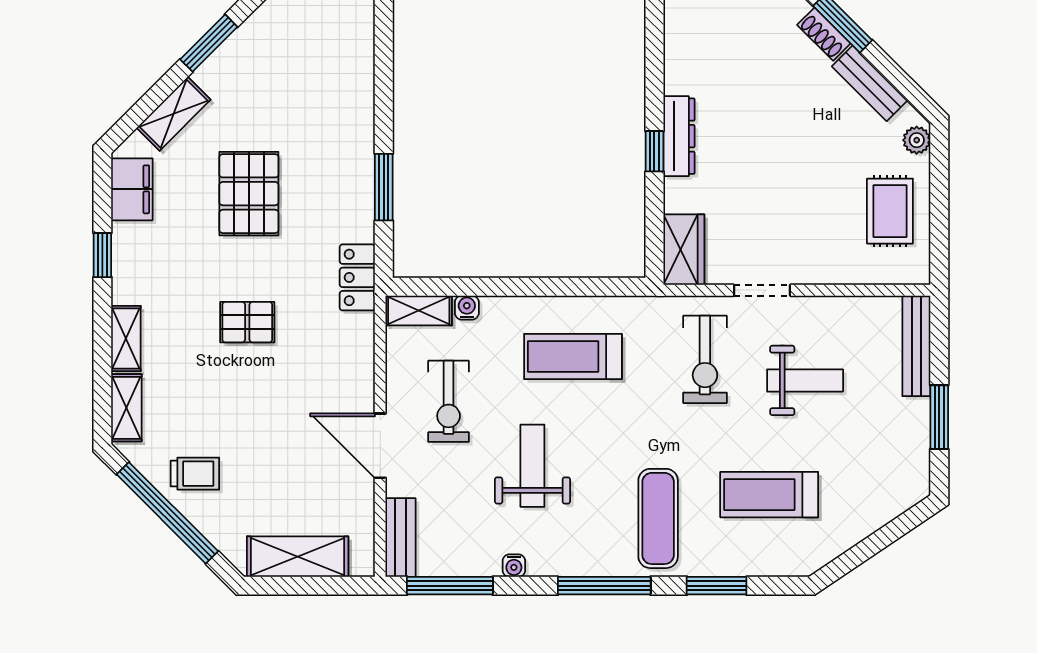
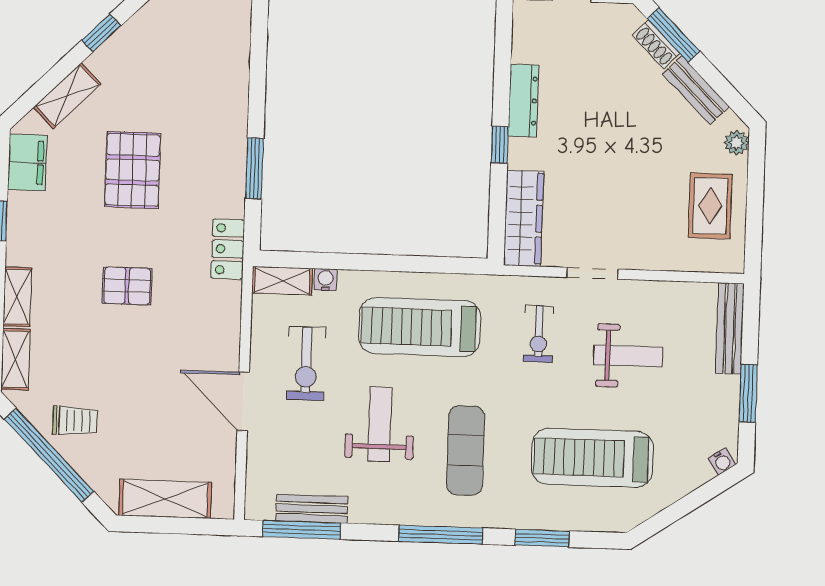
window: (209, 43) -> (101, 33), width x0.67
dresser: (679, 136) -> (523, 101), moved
wardrobe: (684, 250) -> (524, 218), width x1.50
treadmill: (573, 356) -> (420, 327), width x1.37, depth x1.38
exercise bike: (705, 359) -> (539, 334), width x0.73, depth x0.72
treadmill: (769, 495) -> (592, 458), width x1.37, depth x1.38
exercise mat: (658, 518) -> (466, 450), moved
bench: (401, 537) -> (312, 509), moved, turned 90
water cooler: (514, 566) -> (722, 461), moved, turned -34

